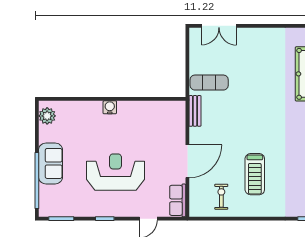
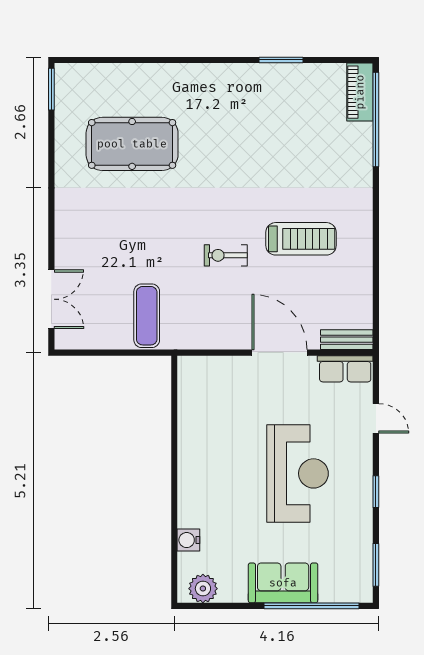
water cooler: (110, 107) -> (188, 540), moved
bench: (195, 111) -> (347, 340), moved
reception desk: (115, 172) -> (297, 473), turned 180
exercise bike: (221, 197) -> (226, 255), moved

